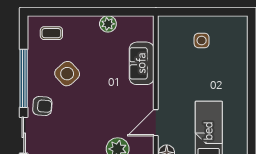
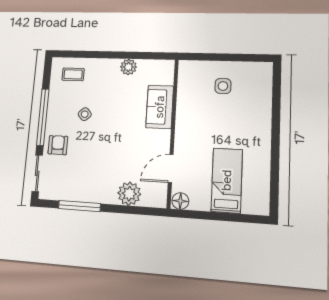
side table: (67, 74) -> (85, 114), width x0.54, depth x0.54
armchair: (42, 106) -> (58, 145), turned -94

